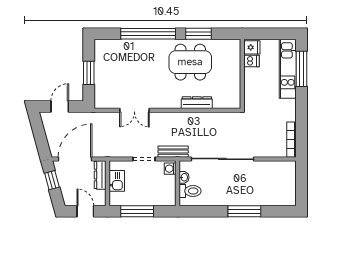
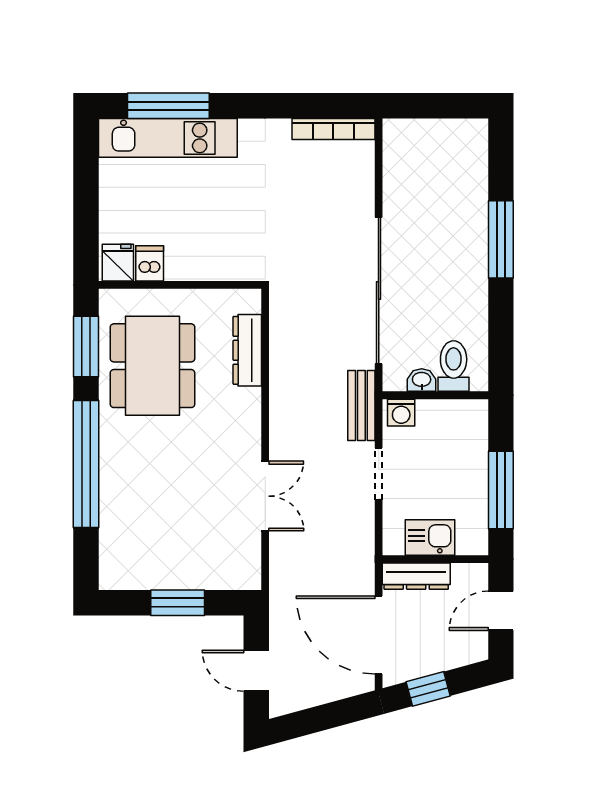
fridge: (252, 47) -> (118, 263), moved
dishwasher: (252, 61) -> (150, 263), moved
wall: (242, 74) -> (180, 285), moved

